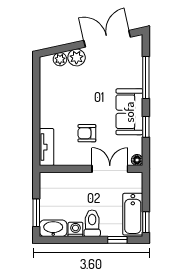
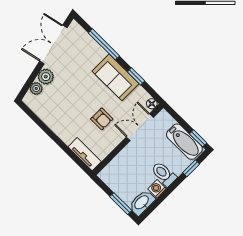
armchair: (87, 133) -> (102, 119), turned -90

